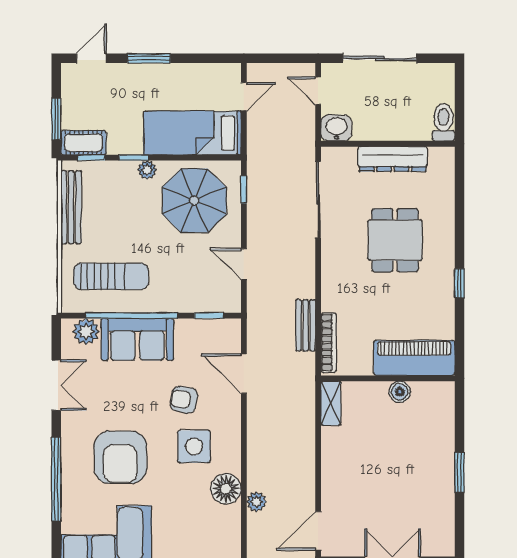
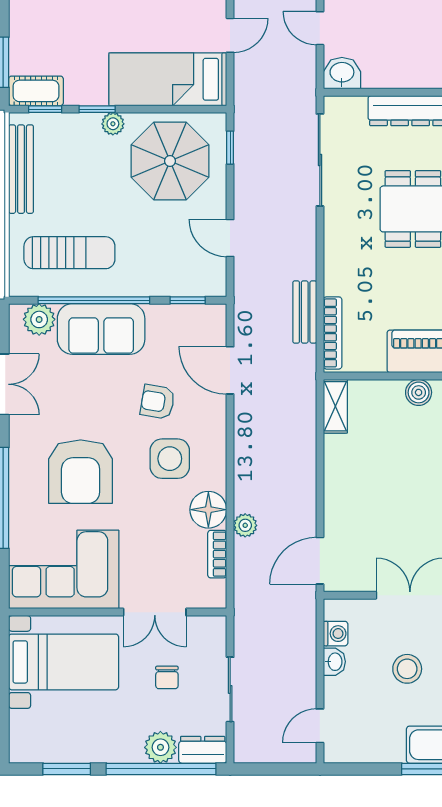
bookcase: (233, 525) -> (217, 554), added

